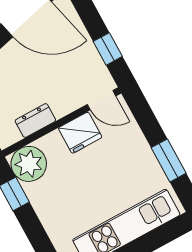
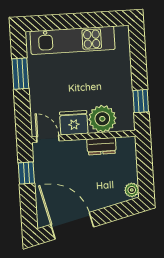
plant: (29, 164) -> (102, 119), moved

